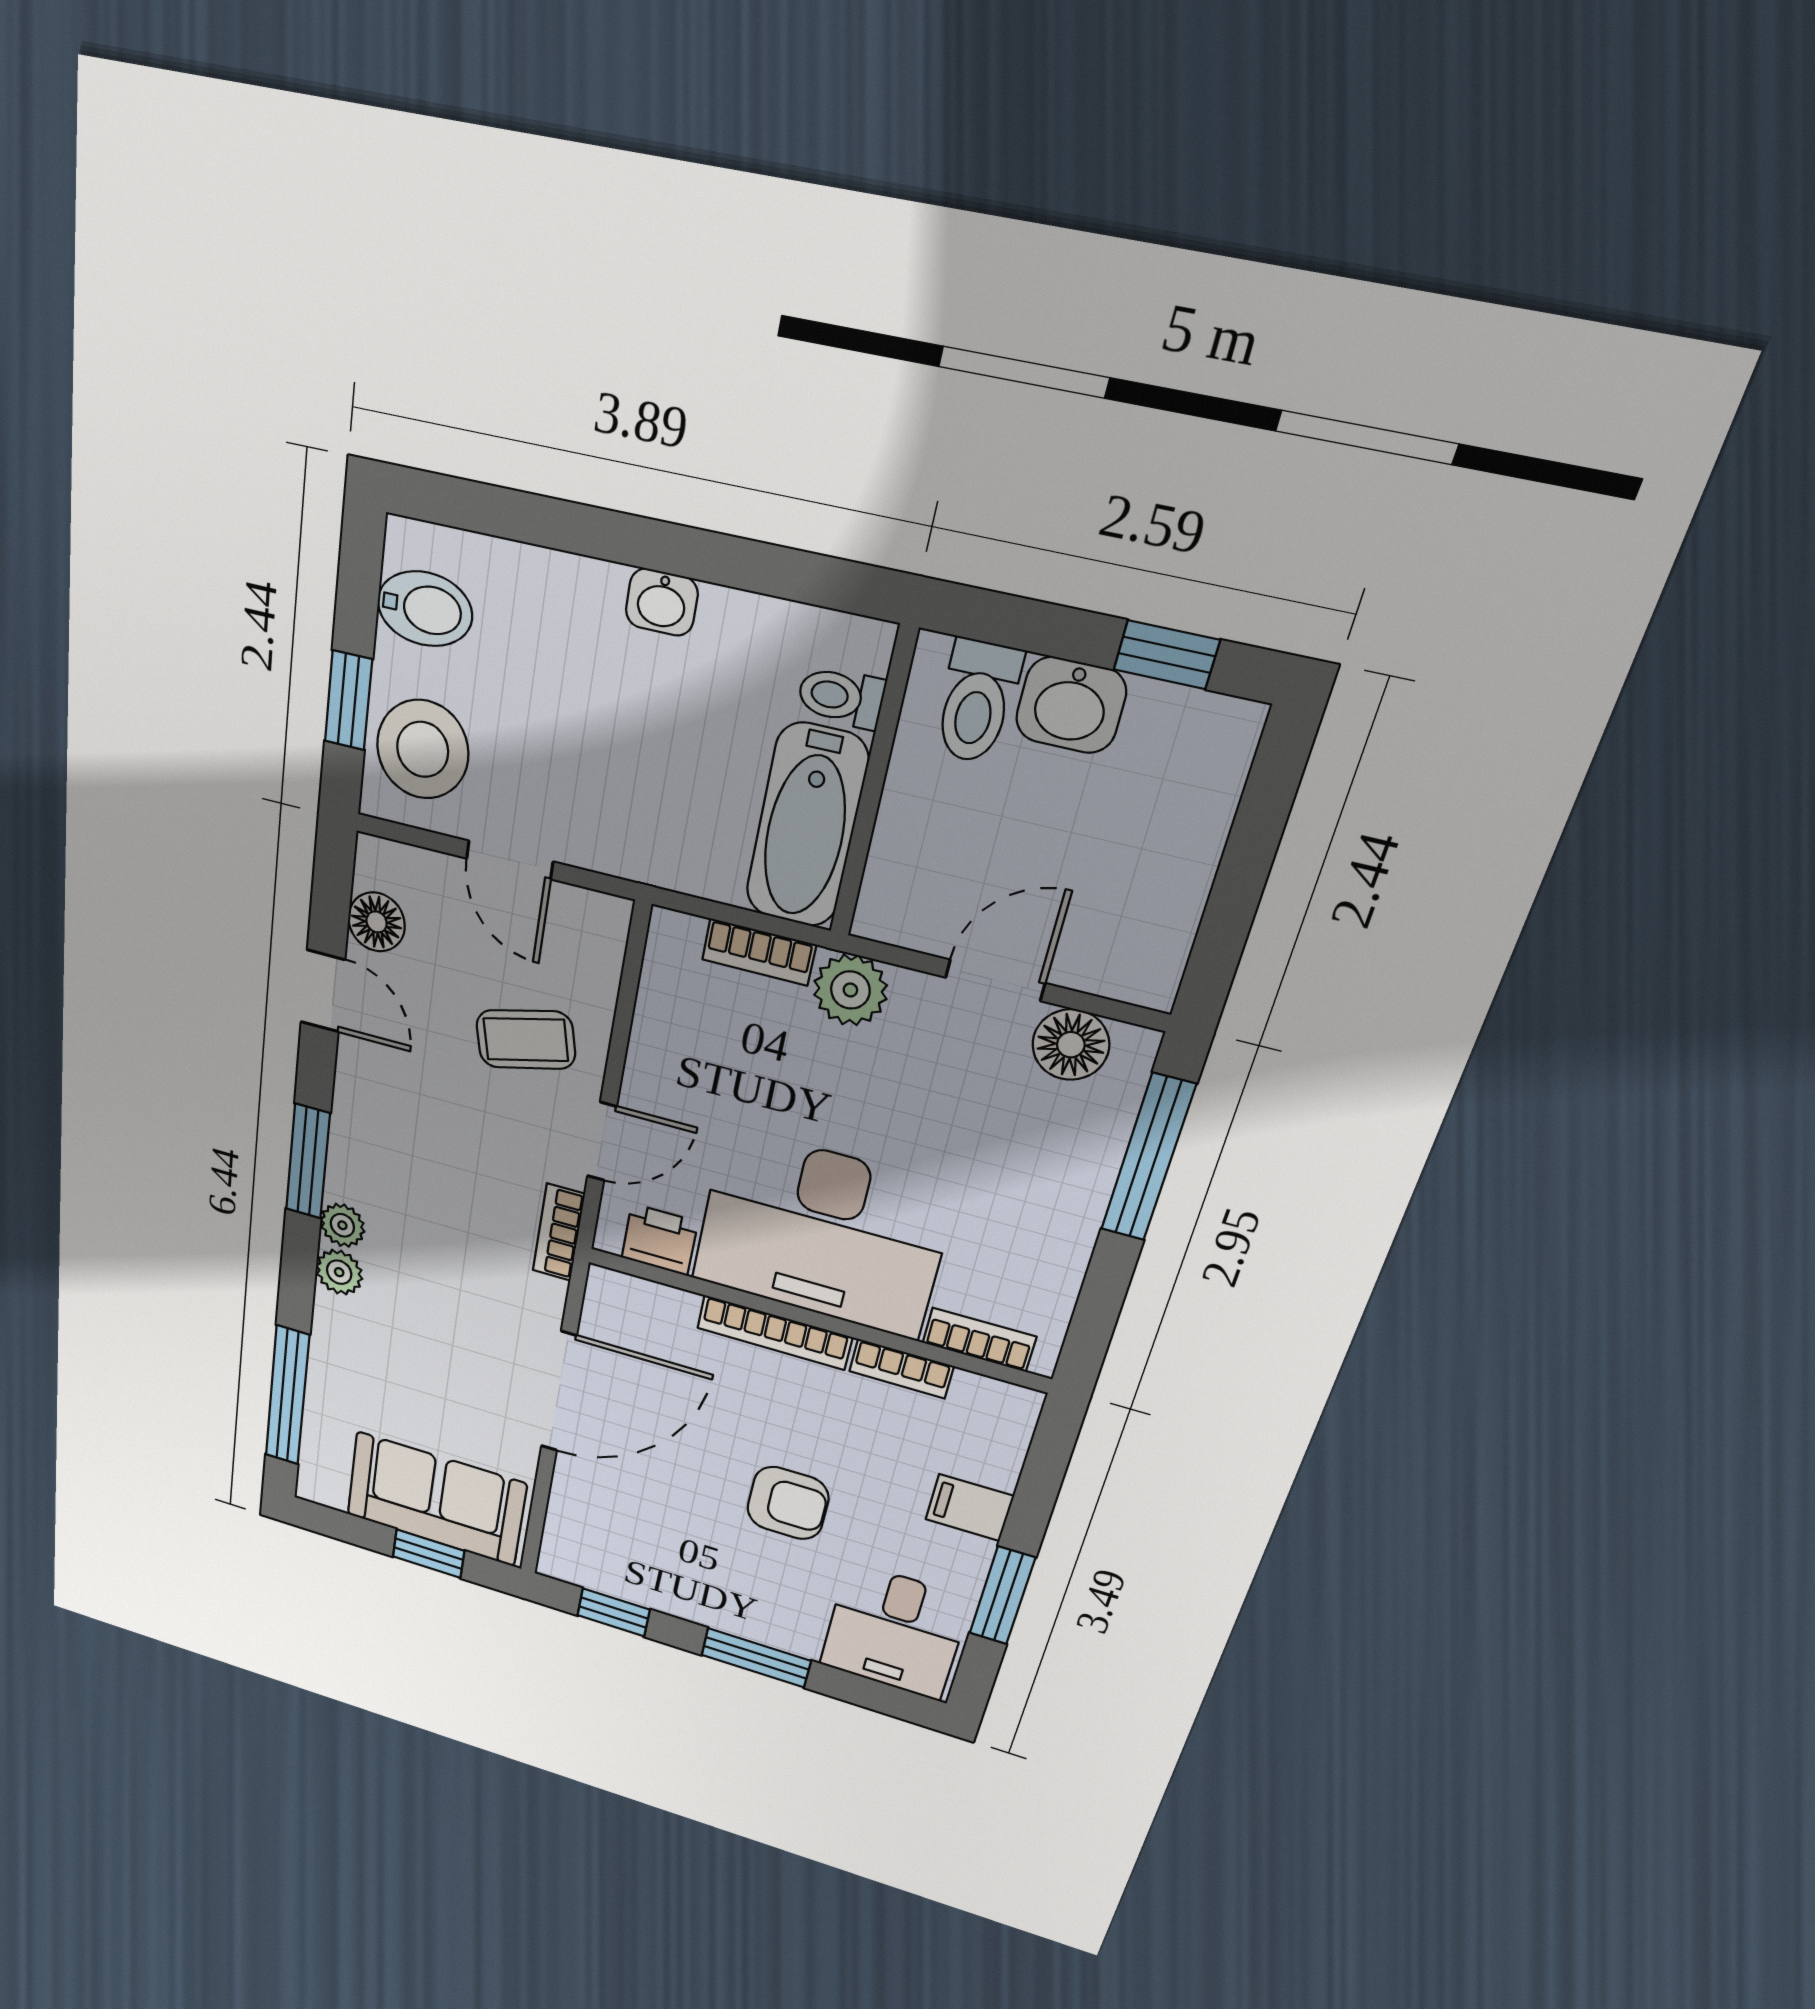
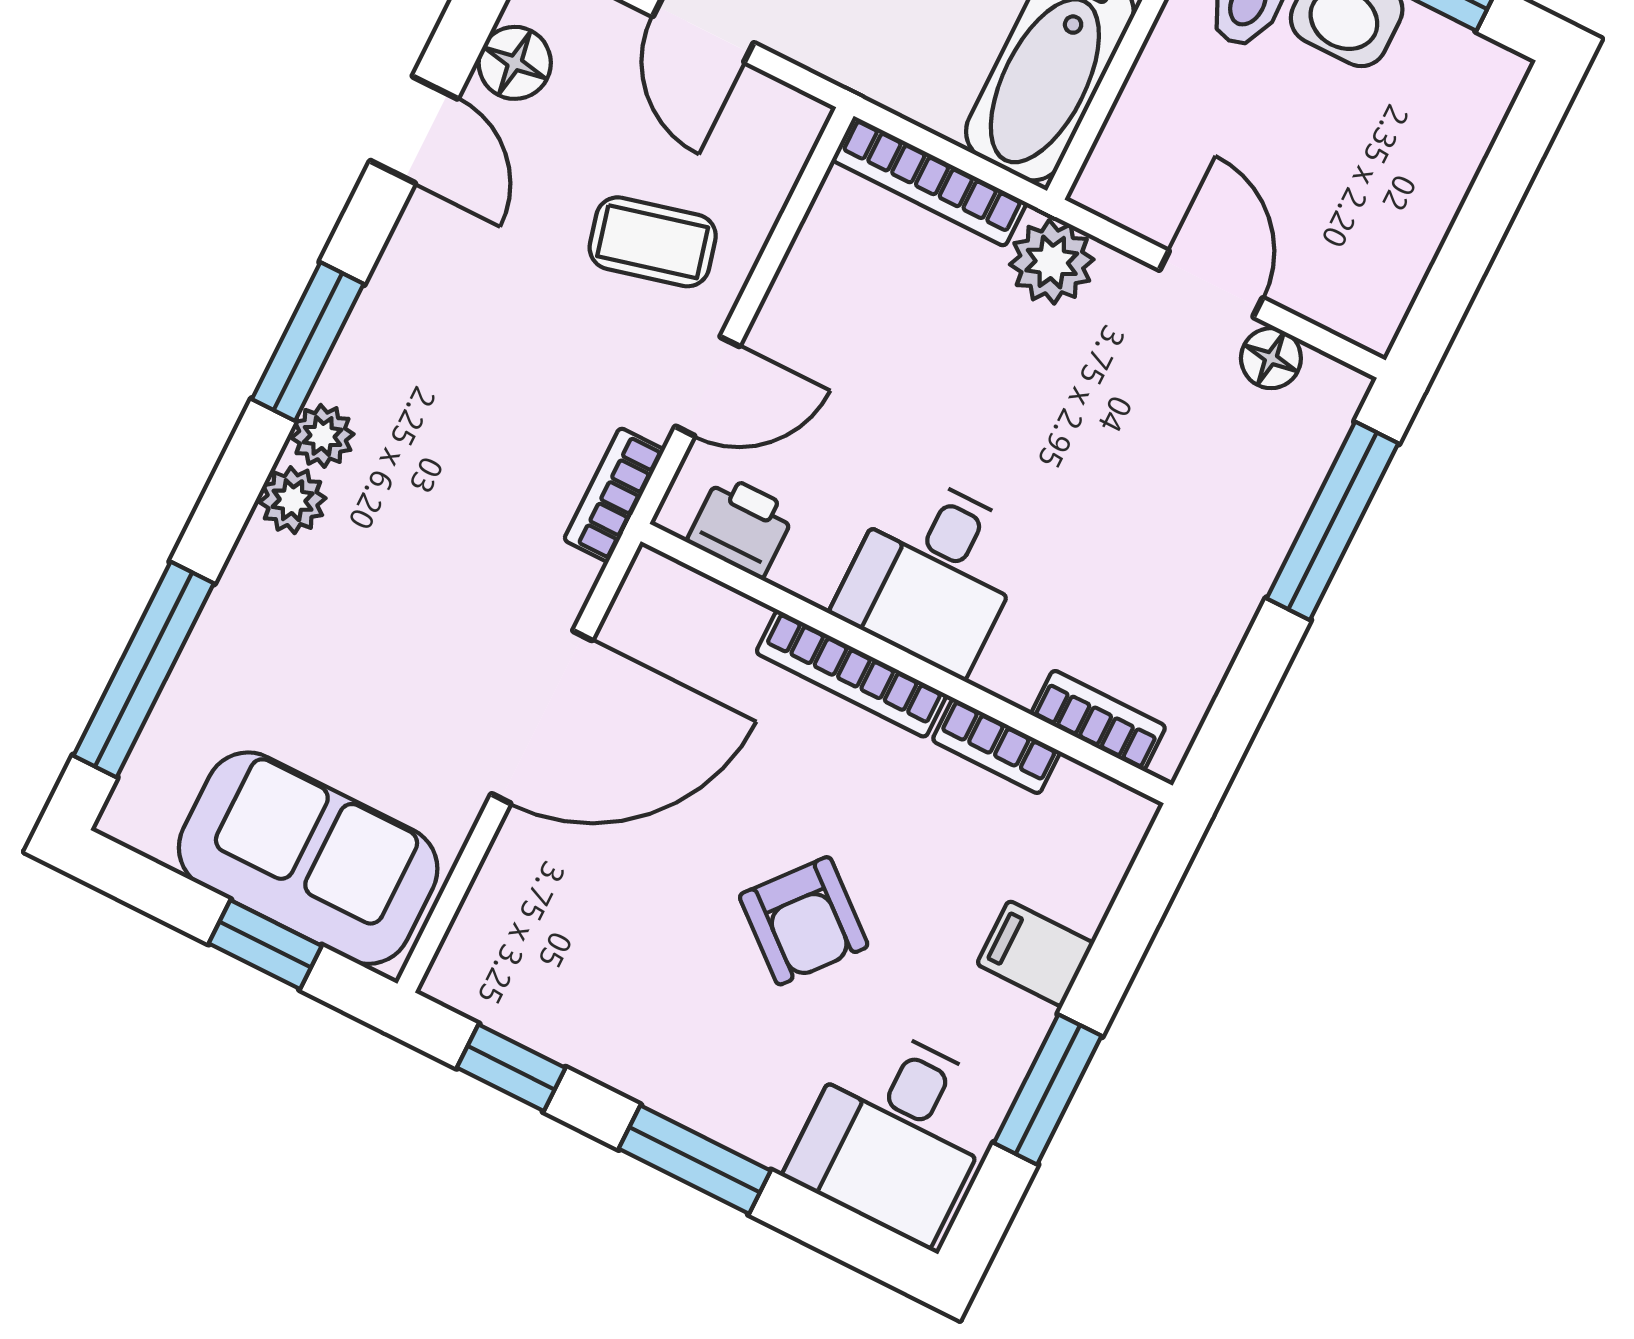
bookcase: (759, 952) -> (929, 181), width x1.56
door: (995, 980) -> (1211, 284), hinge flipped
floor lamp: (1071, 1045) -> (1271, 358), width x0.73, depth x0.73
desk: (822, 1234) -> (933, 574), width x0.53, depth x0.77
armchair: (788, 1503) -> (804, 921), turned 40

